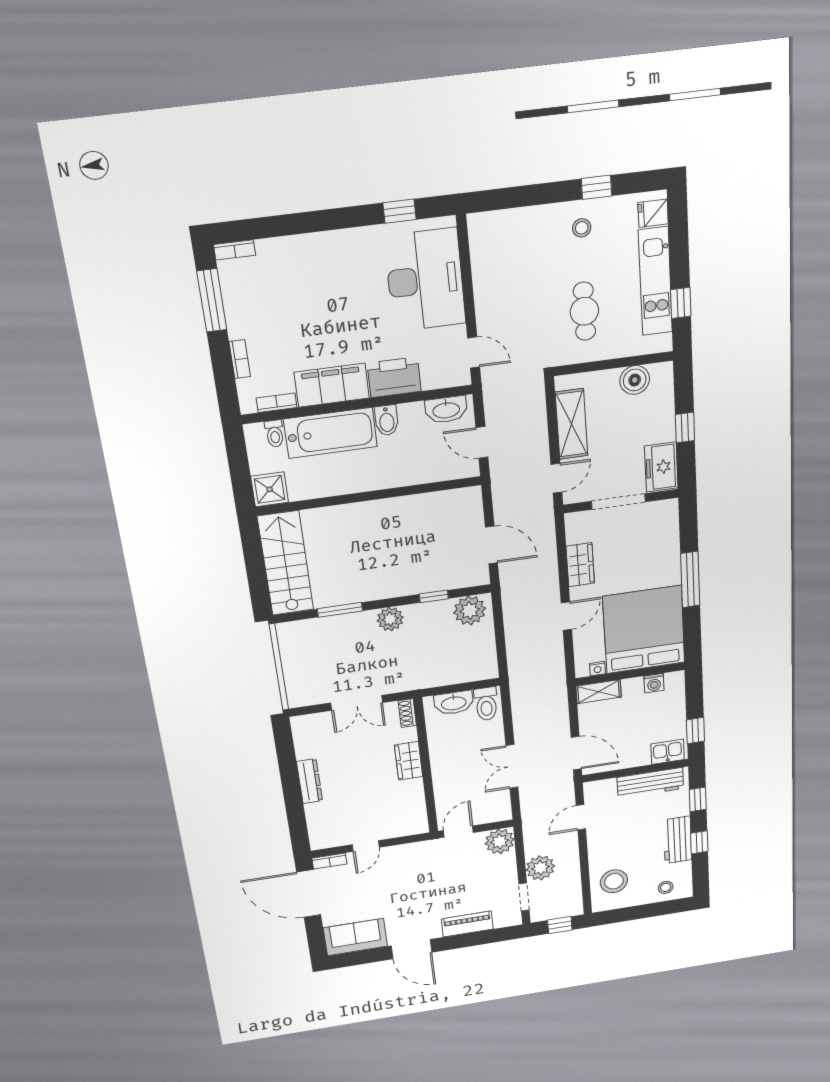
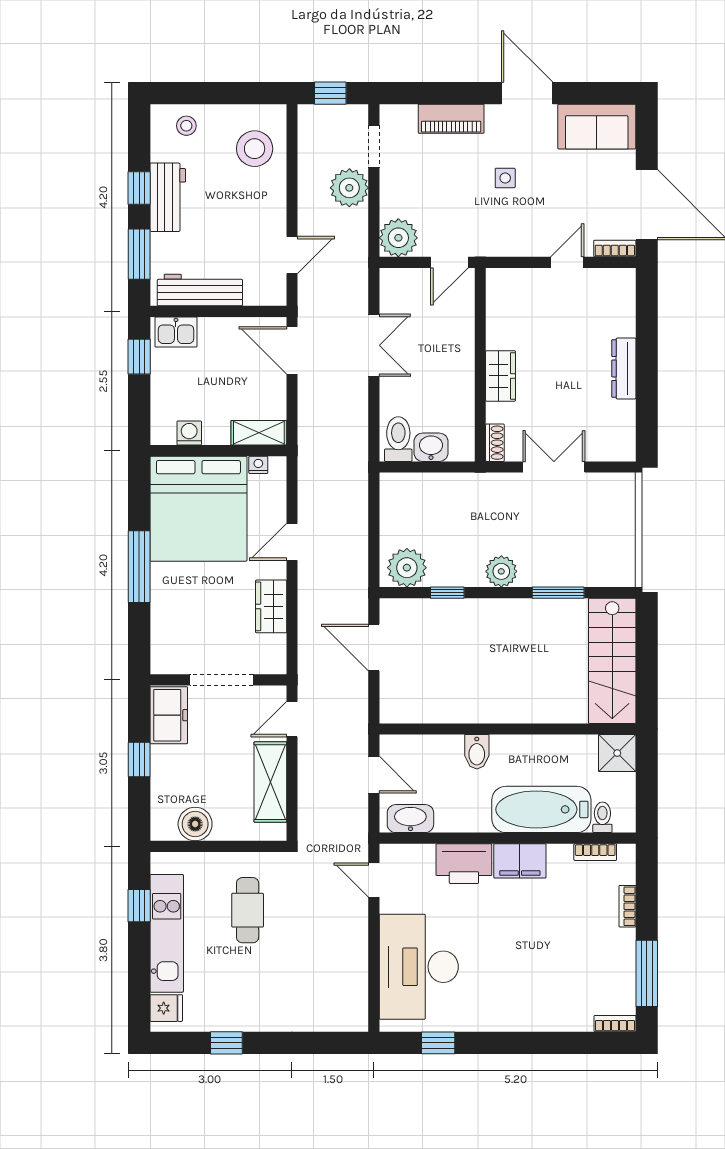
stool: (582, 228) -> (245, 1002), removed
filing cabinet: (332, 385) -> (520, 861), width x0.67, depth x0.86
bidet: (387, 420) -> (477, 752), moved, turned 180
washbasin: (454, 703) -> (431, 447), width x0.72
window: (698, 799) -> (139, 254), width x1.50
side table: (421, 893) -> (505, 178), added

